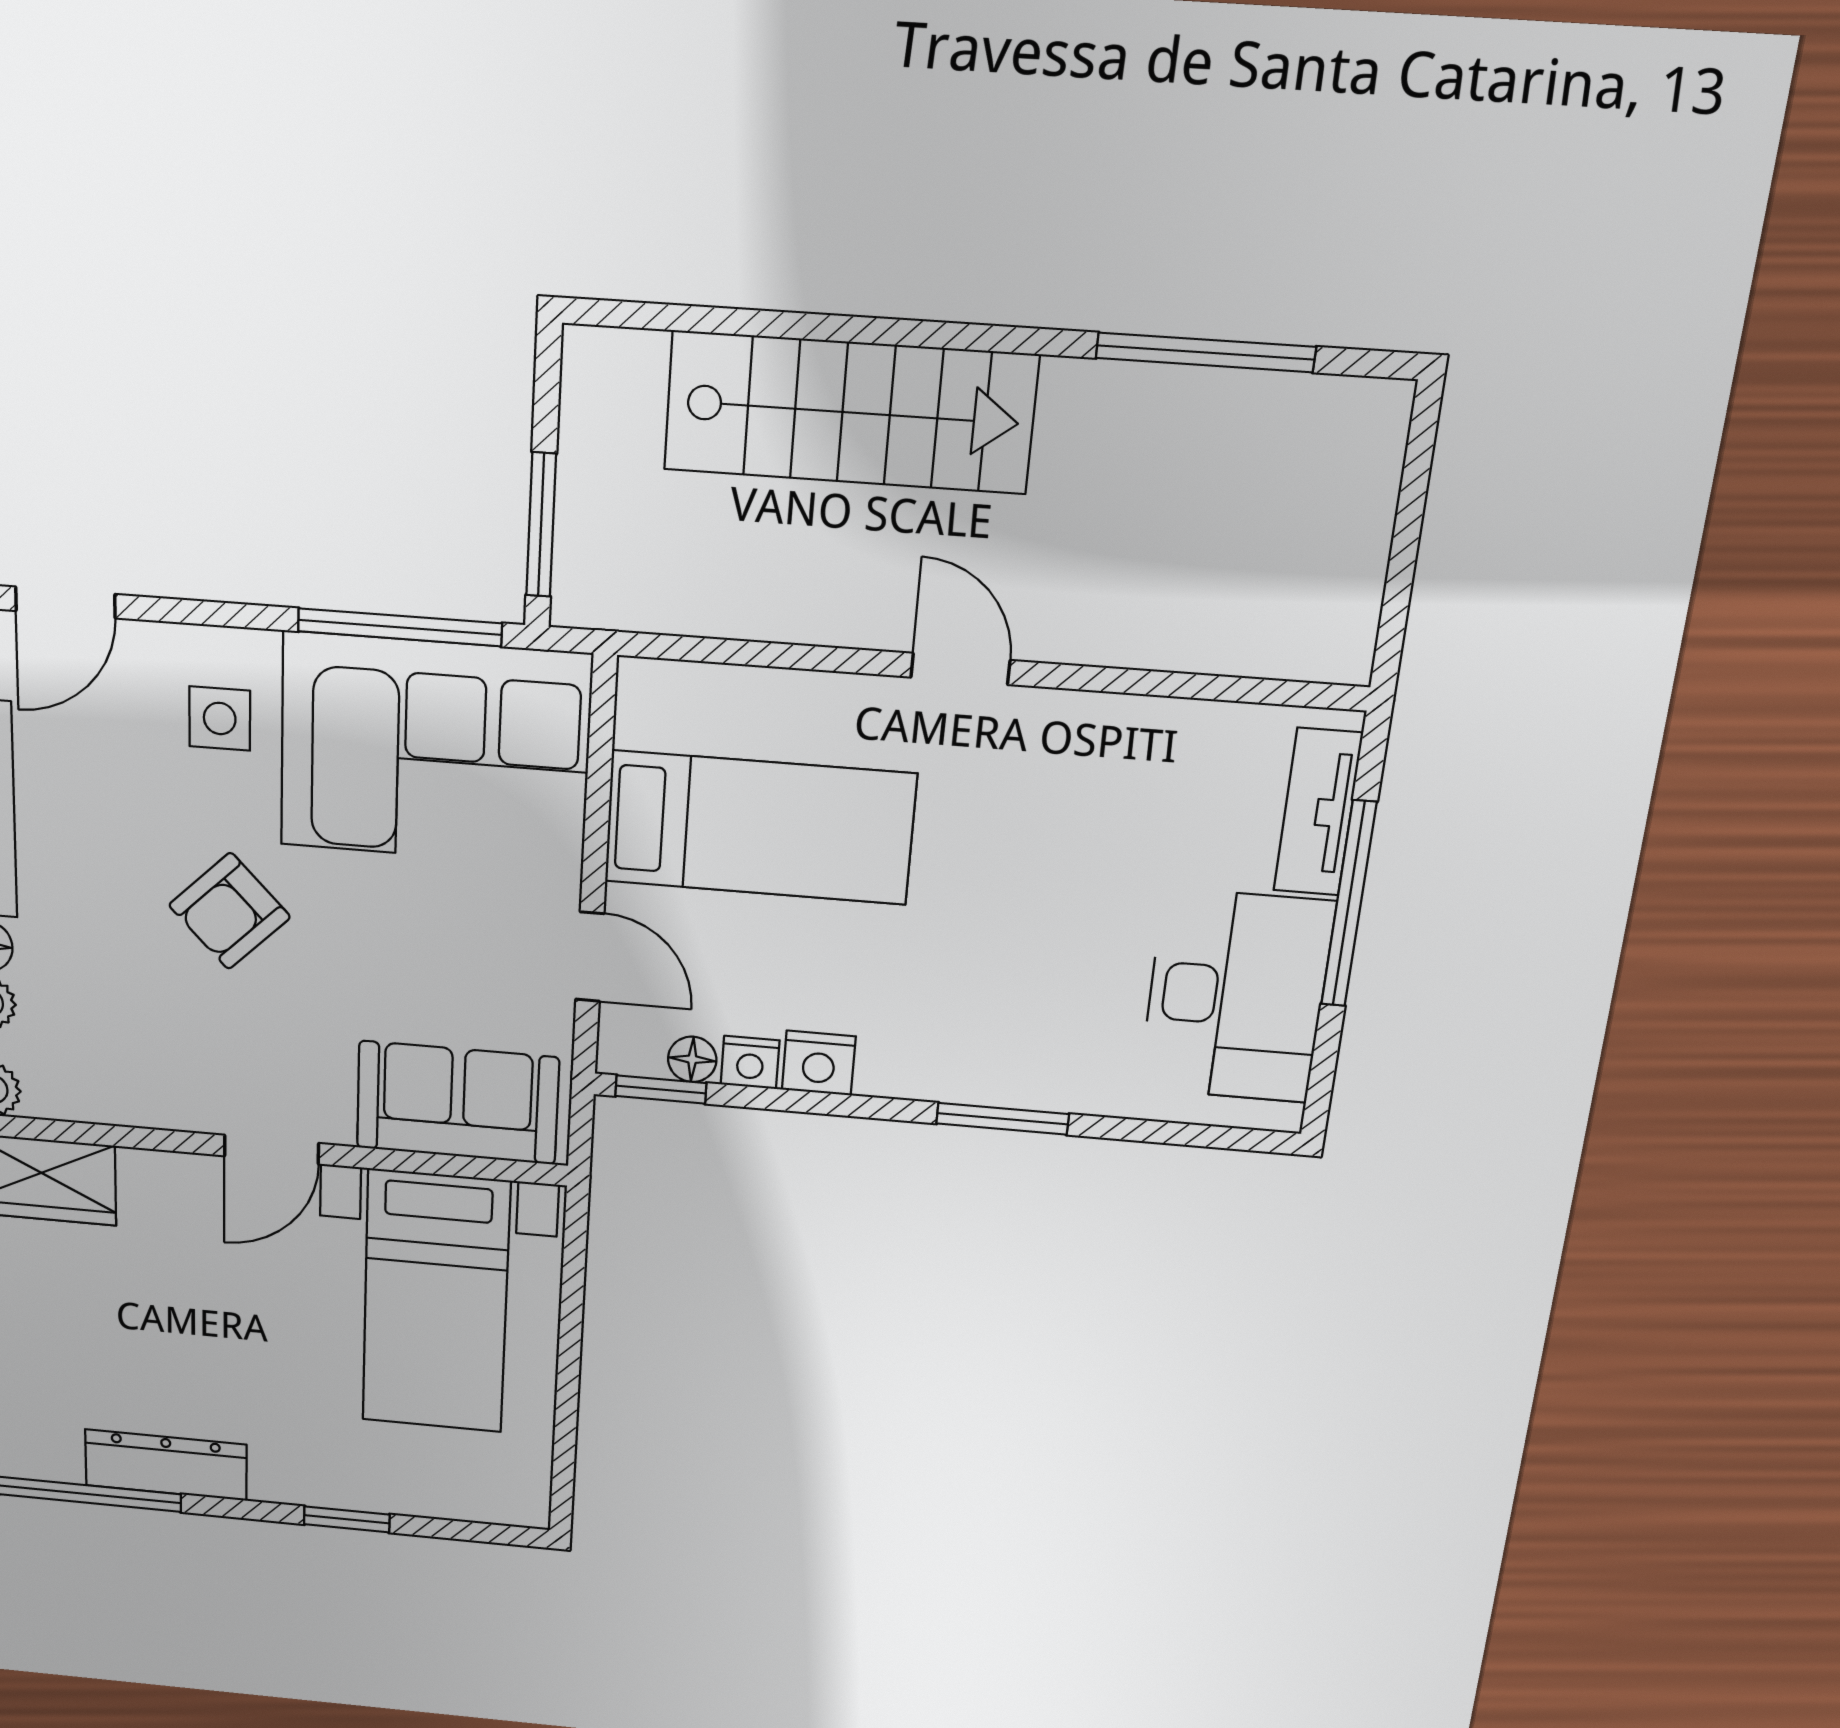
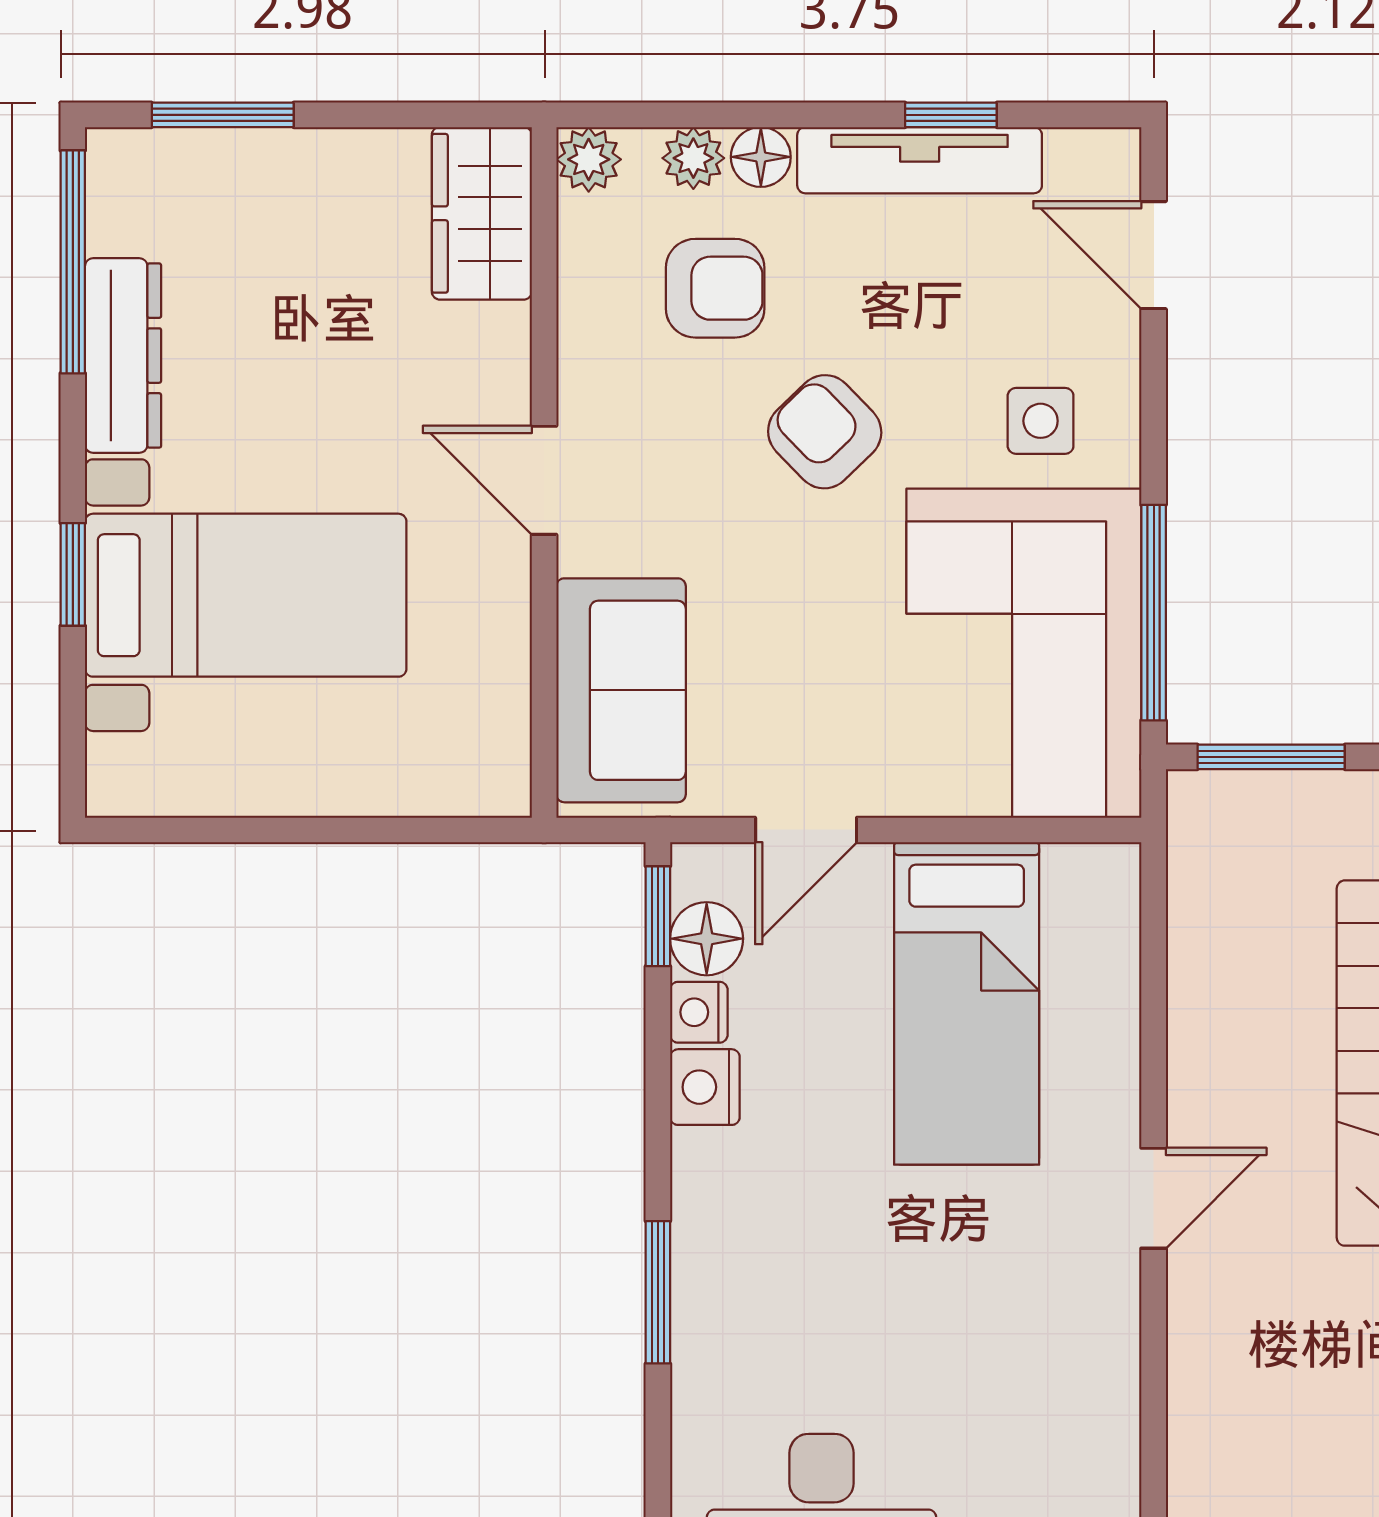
armchair: (103, 994) -> (715, 288), added
floor lamp: (692, 1059) -> (707, 939), width x1.37, depth x1.37
bed with nightstands: (436, 1302) -> (246, 595), moved, turned 180

